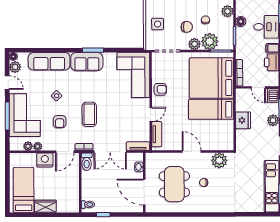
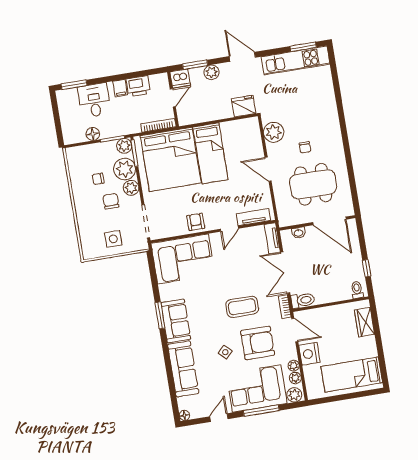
plant: (228, 11) -> (124, 146), moved
plant: (15, 67) -> (294, 395), moved
door: (151, 114) -> (229, 229), swing flipped
fridge: (243, 120) -> (244, 106), moved
armchair: (60, 122) -> (258, 343), width x1.88, depth x1.88
double door: (110, 152) -> (285, 273), swing flipped
door: (192, 152) -> (268, 169), hinge flipped
door: (144, 192) -> (329, 221), hinge flipped
wardrobe: (45, 206) -> (365, 322), moved

